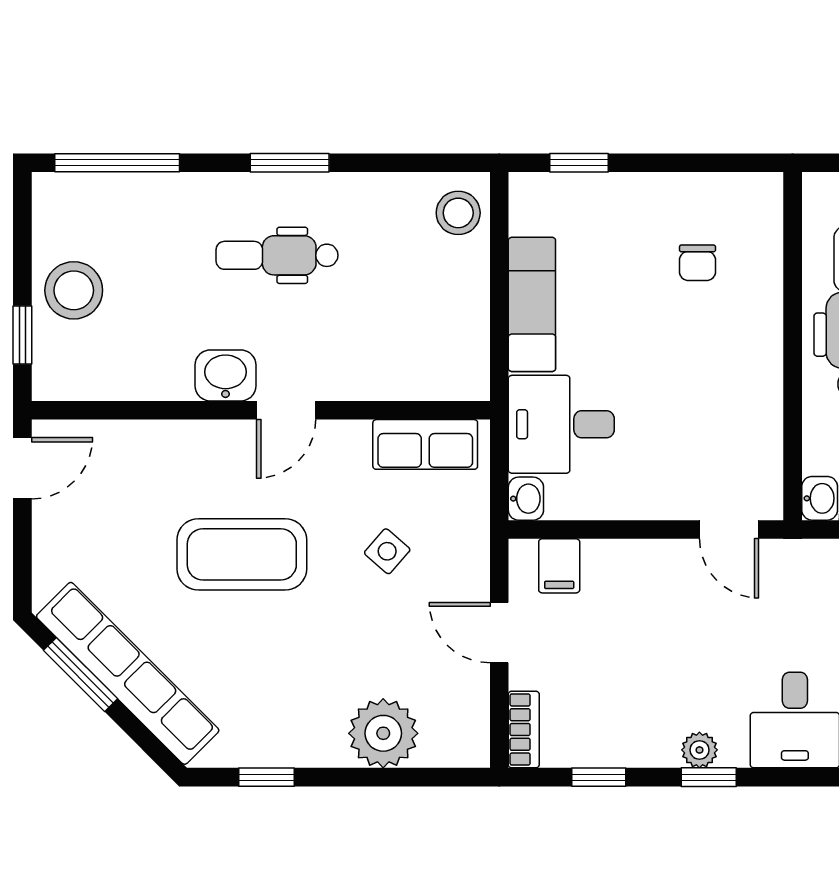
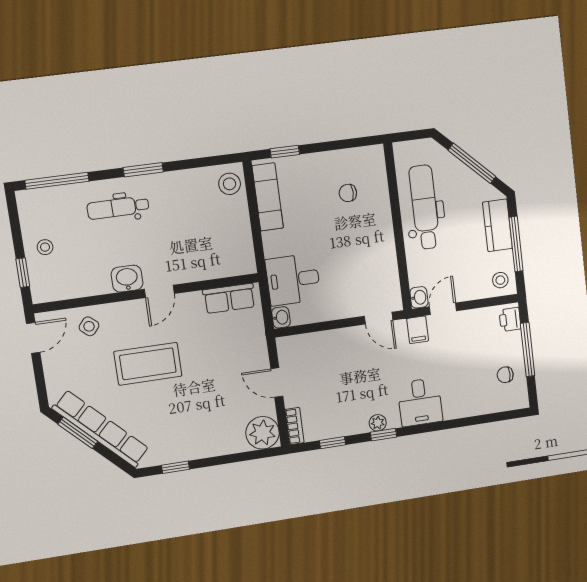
dental chair: (277, 255) -> (118, 208), moved
chair: (697, 263) -> (348, 193), turned 90
stool: (74, 290) -> (45, 247), width x0.53, depth x0.53
exam couch: (532, 304) -> (268, 197), moved
side table: (387, 551) -> (89, 326), moved
filing cabinet: (559, 566) -> (418, 330), moved
plant: (383, 733) -> (263, 433), moved

